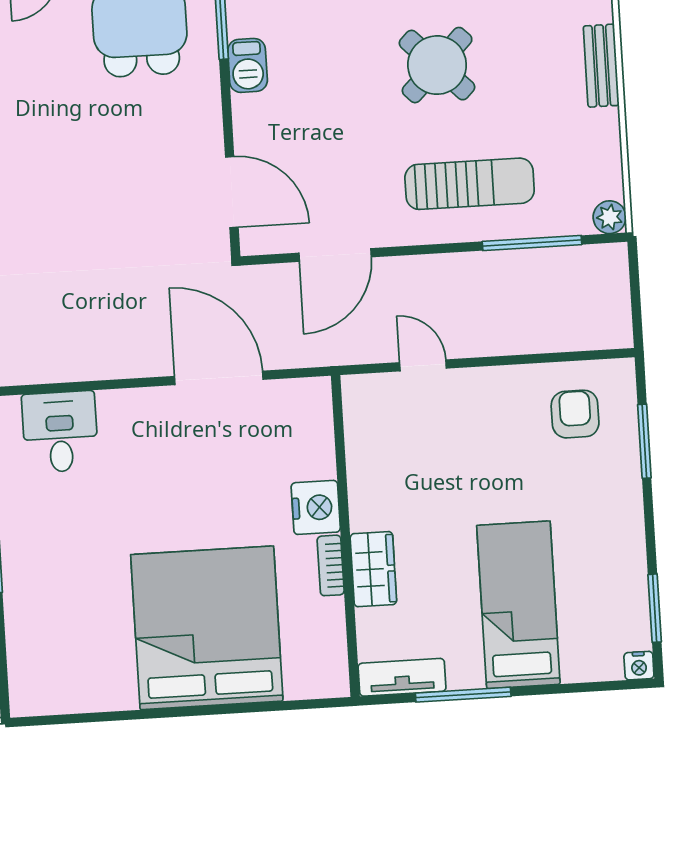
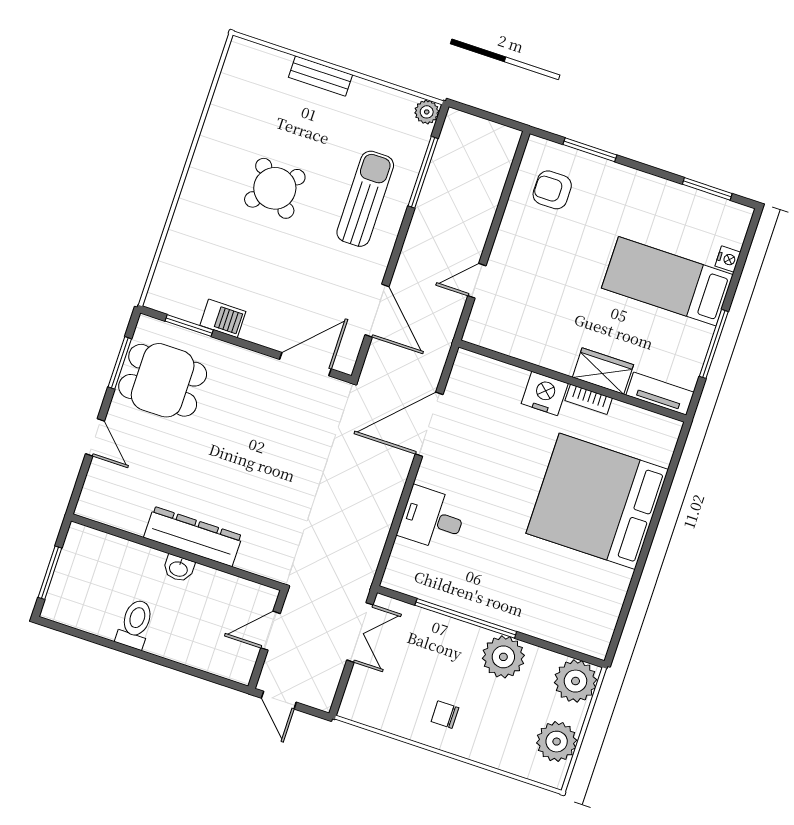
desk: (60, 432) -> (432, 519), moved
nightstand: (639, 666) -> (728, 259), moved
tv unit: (402, 677) -> (660, 394), moved, turned 90

